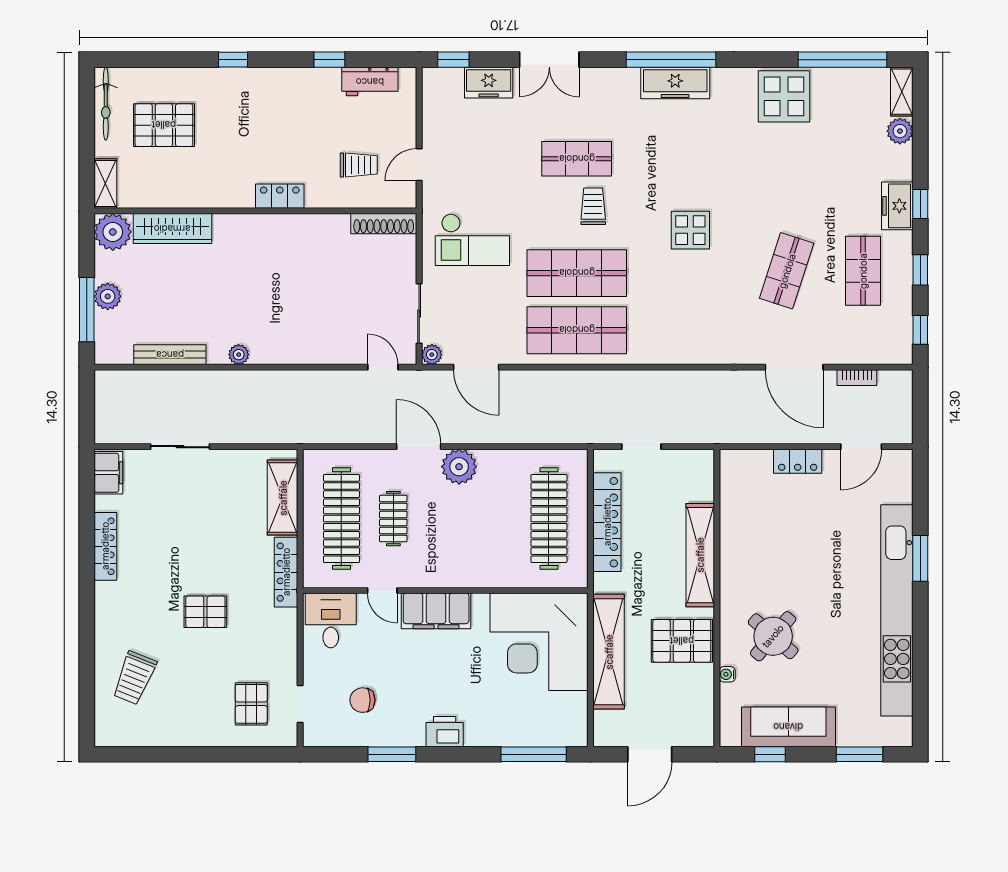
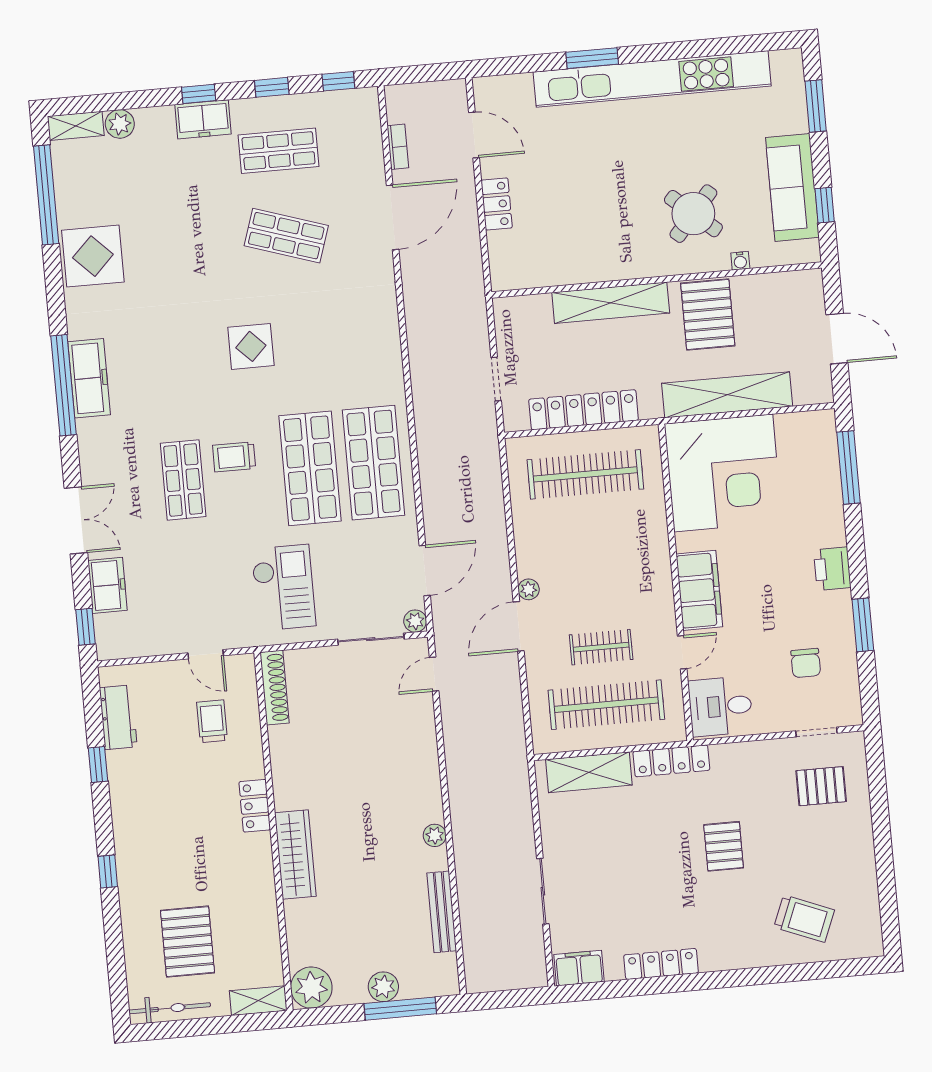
wardrobe: (172, 229) -> (295, 855), moved
plant: (459, 467) -> (529, 589), width x0.53, depth x0.53

